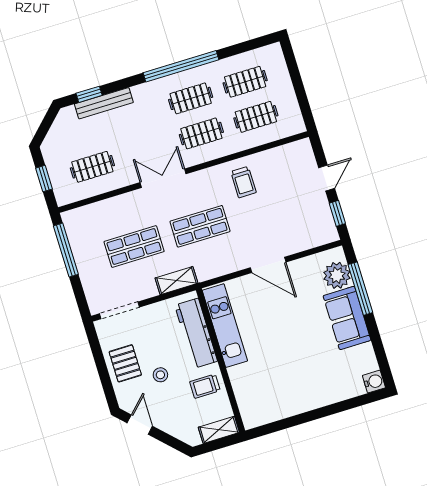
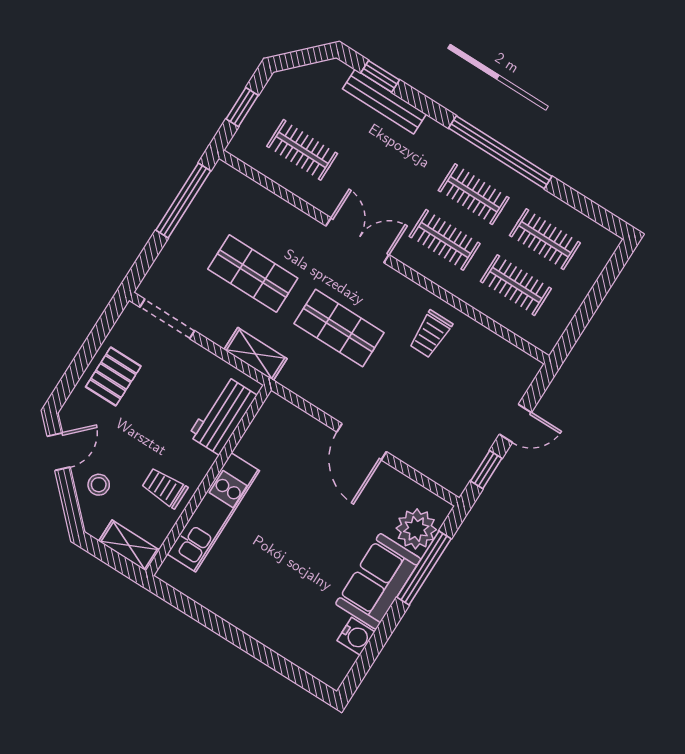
kitchen unit: (225, 326) -> (213, 512), moved
workbench: (196, 333) -> (223, 415), width x0.73
stool: (160, 375) -> (99, 485), moved
water cooler: (374, 382) -> (356, 636), moved

